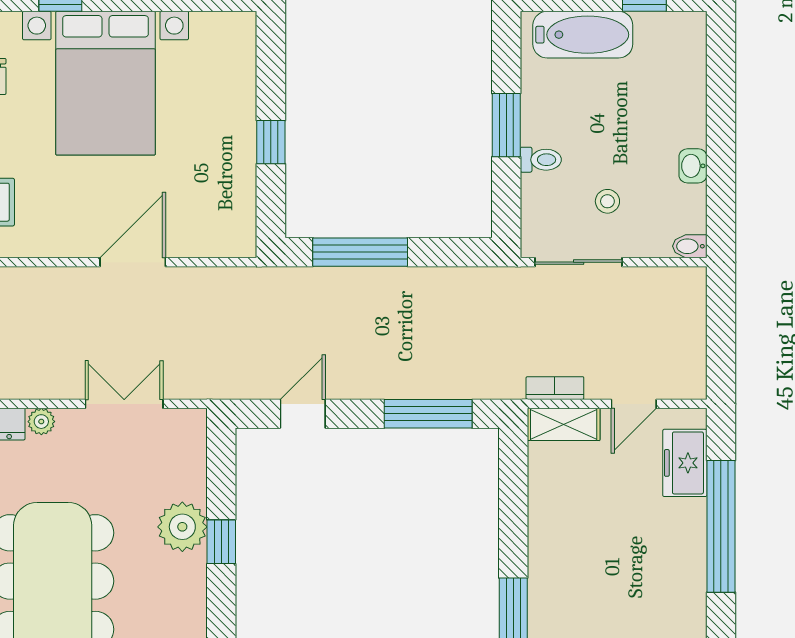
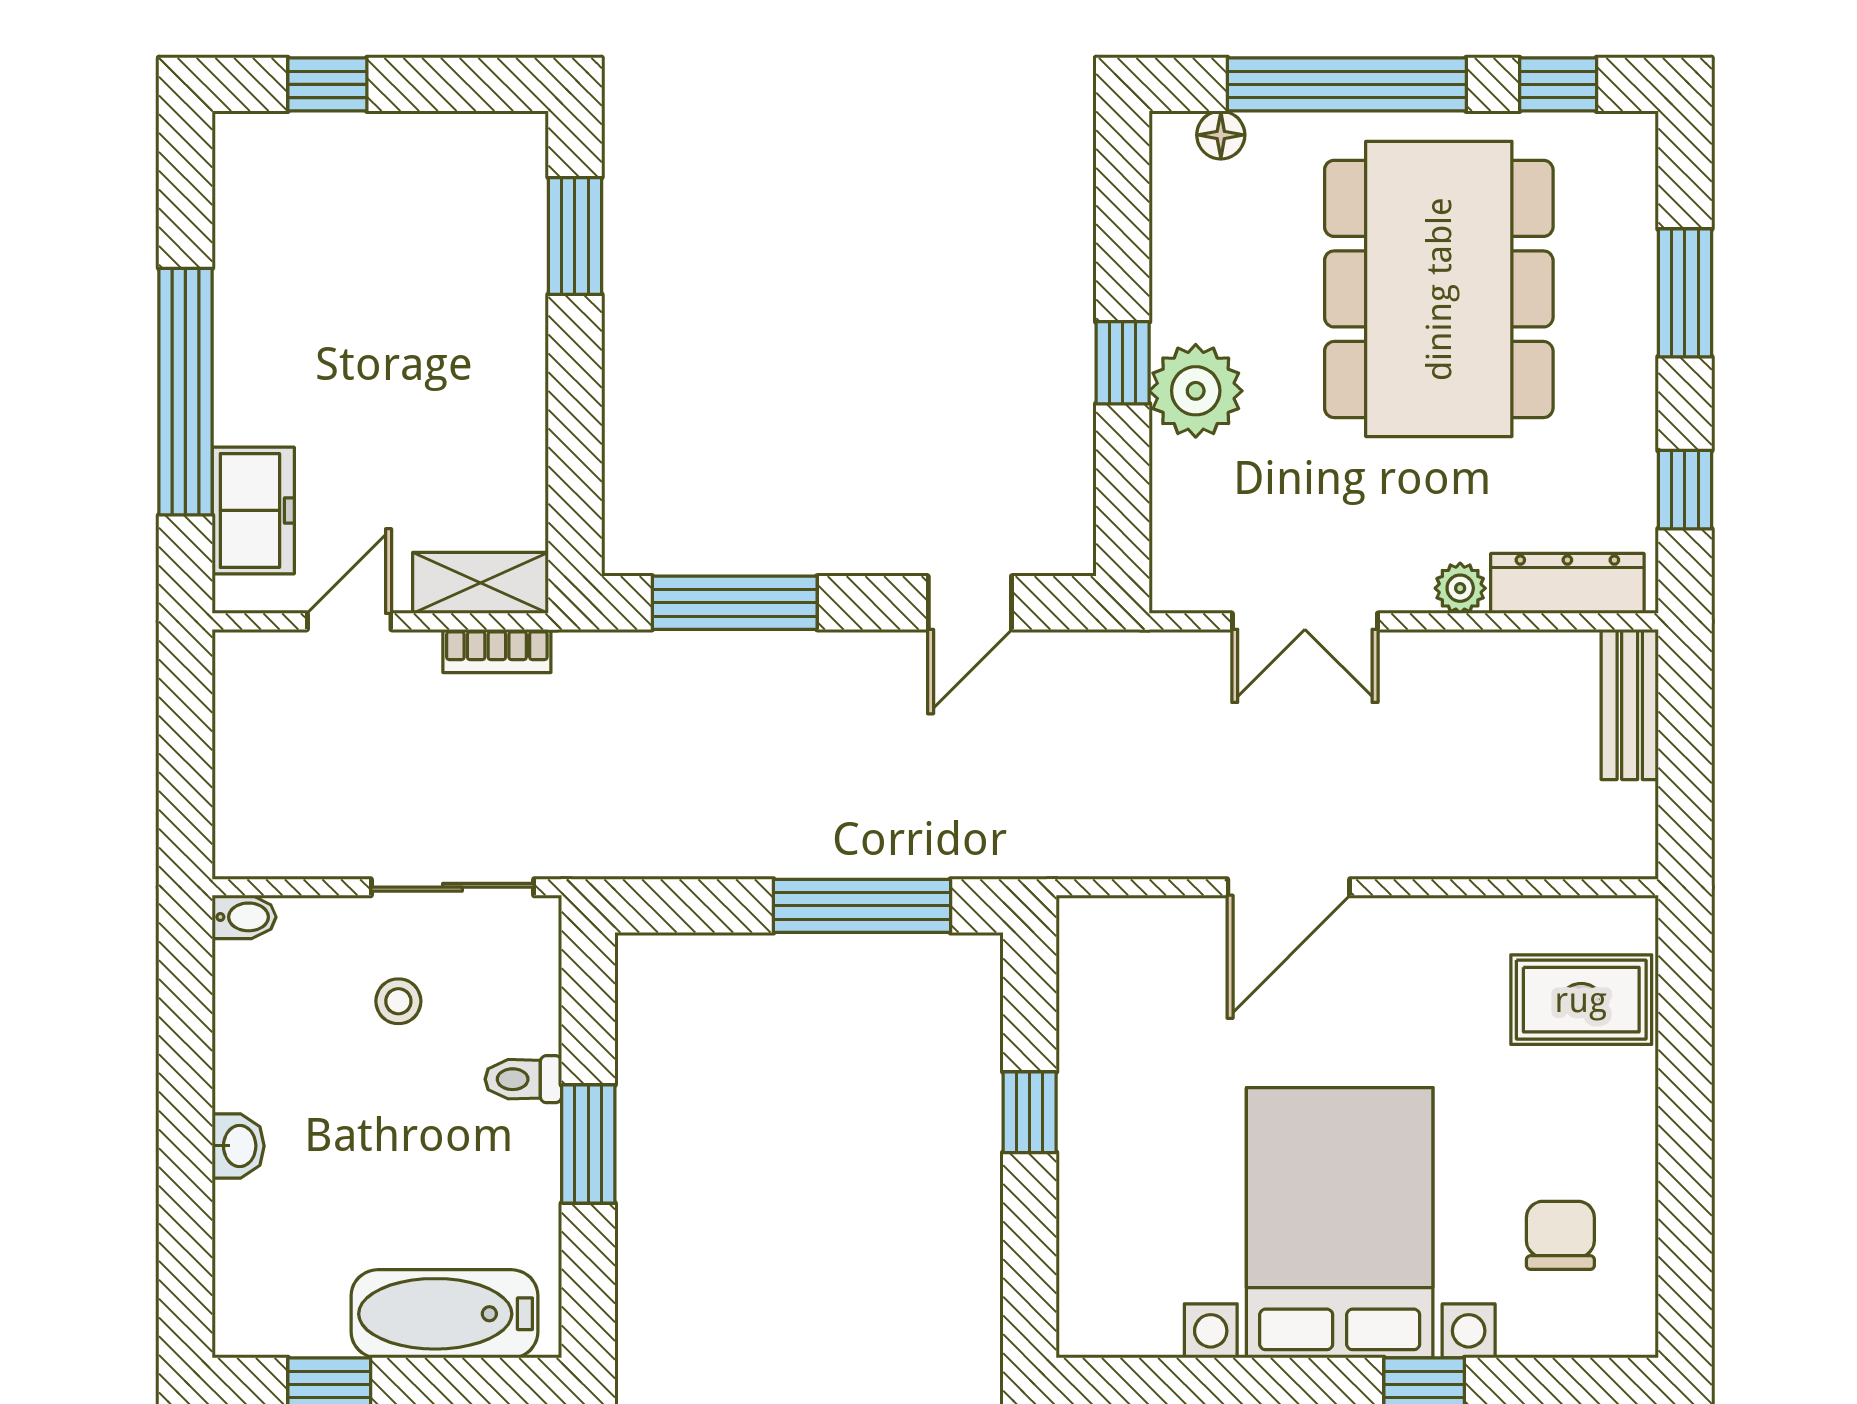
washbasin: (693, 166) -> (238, 1146), moved

